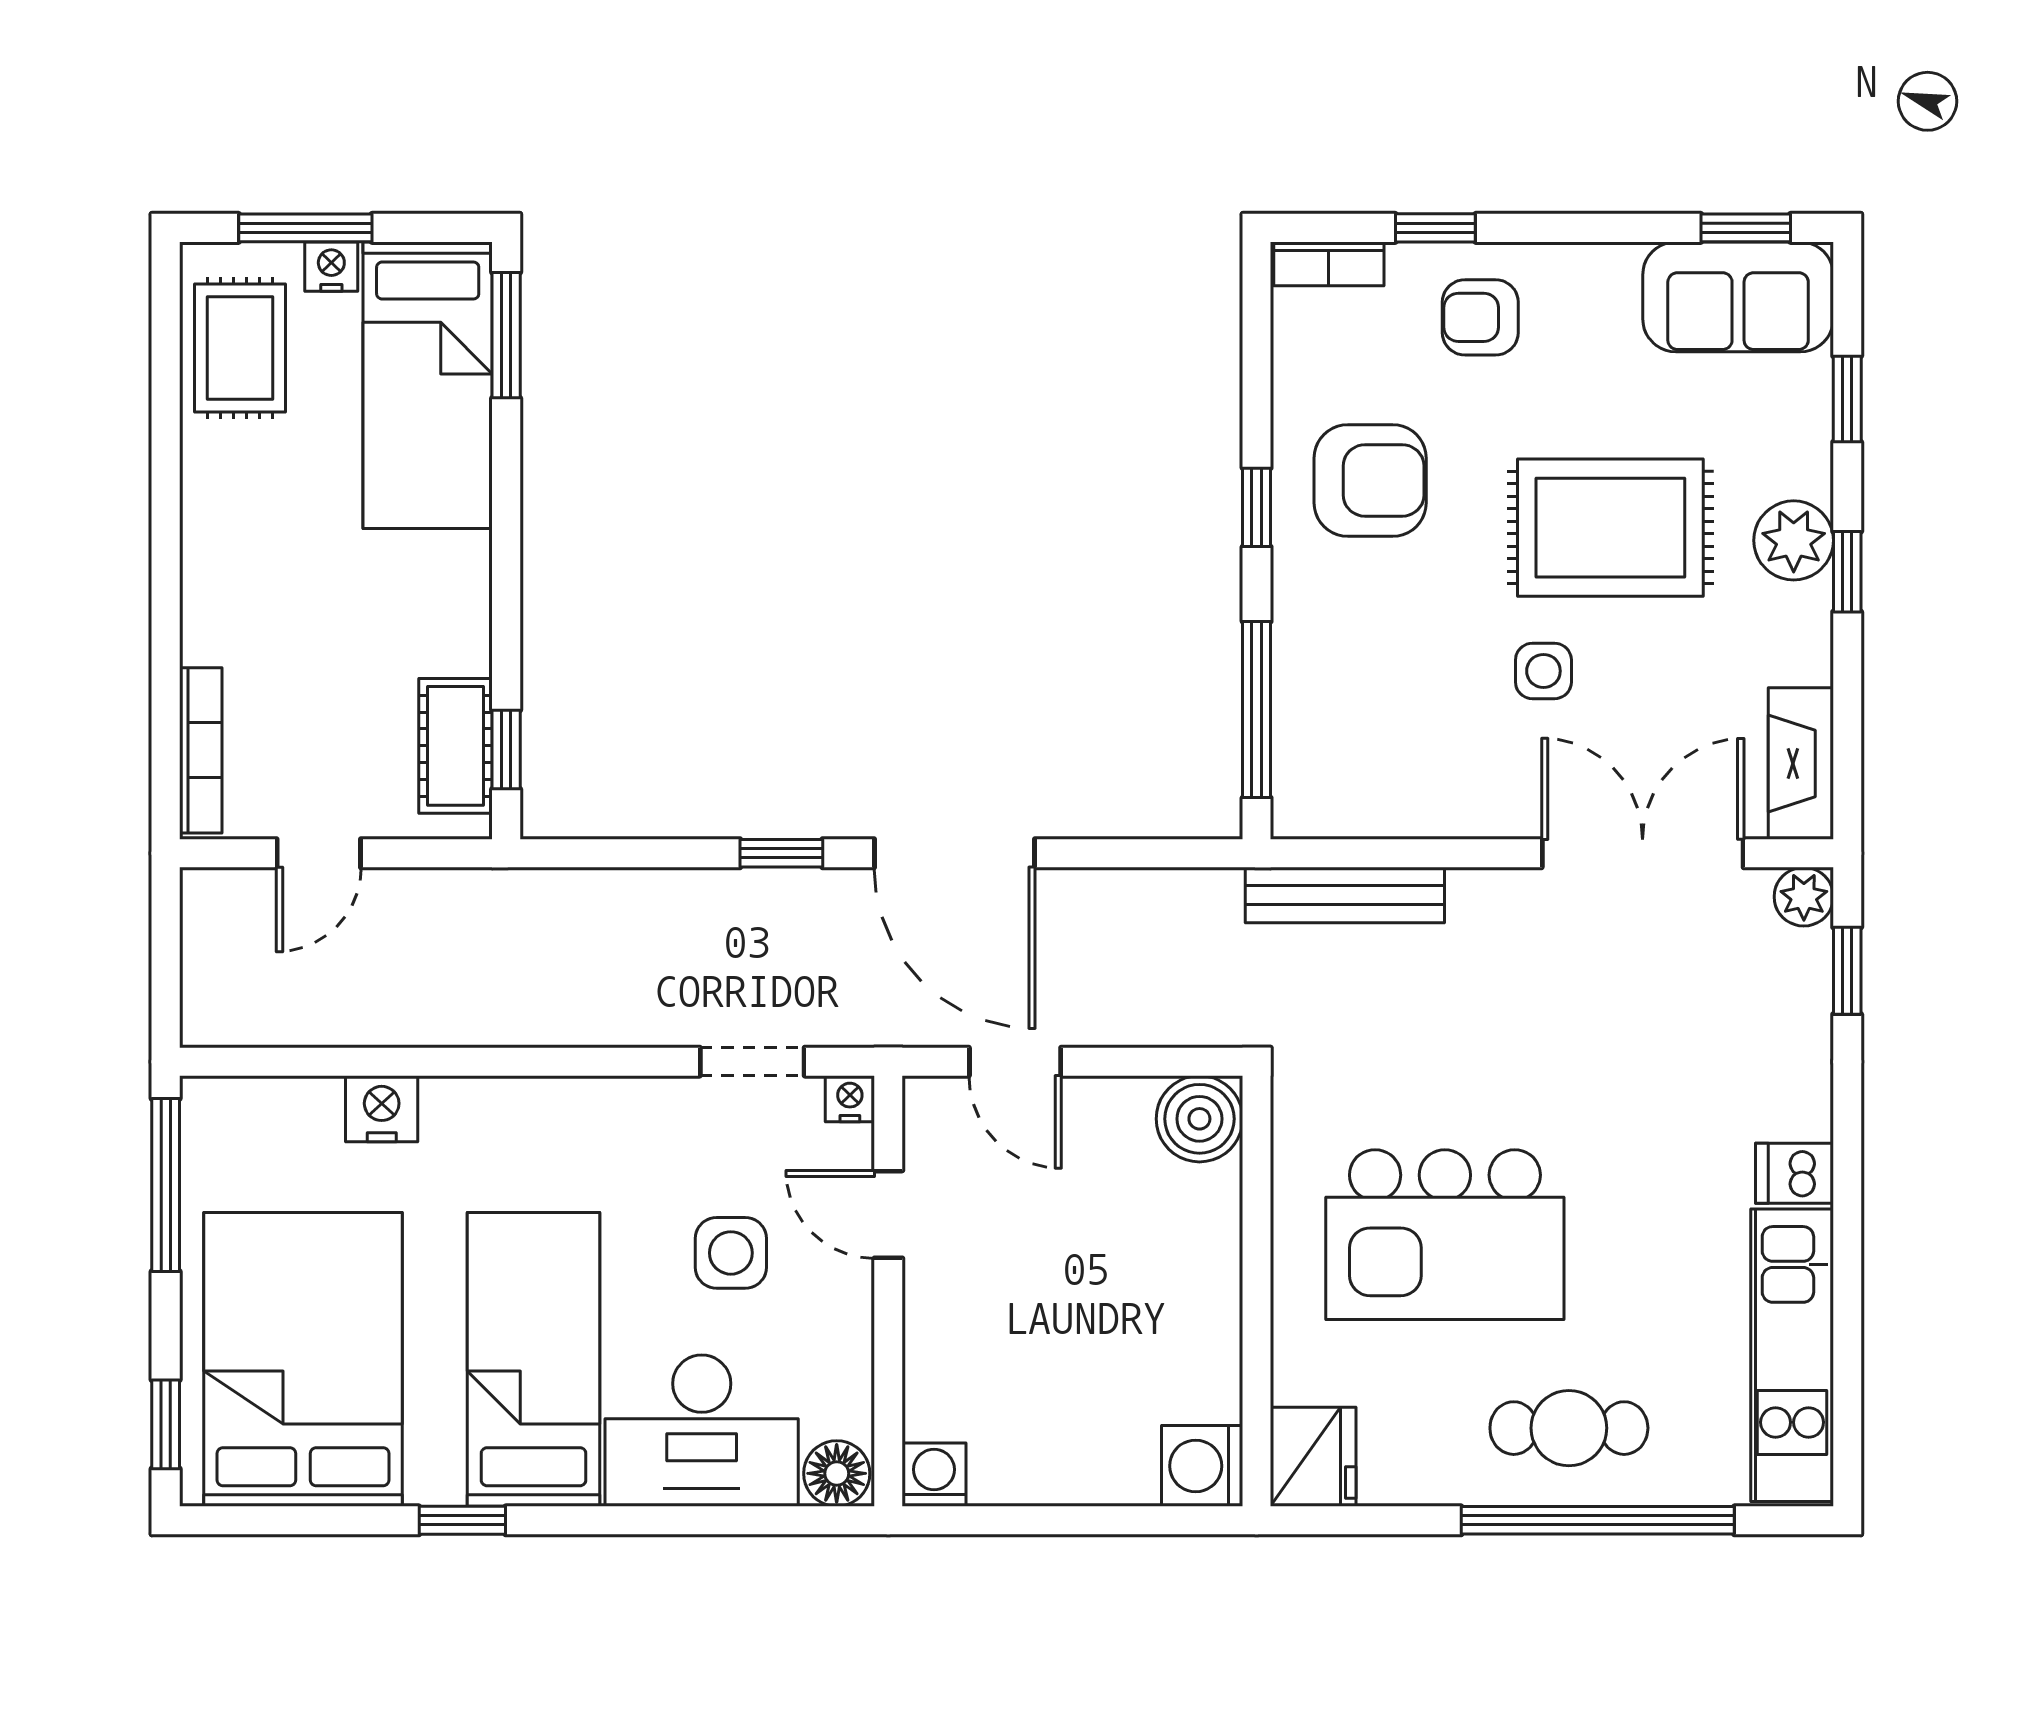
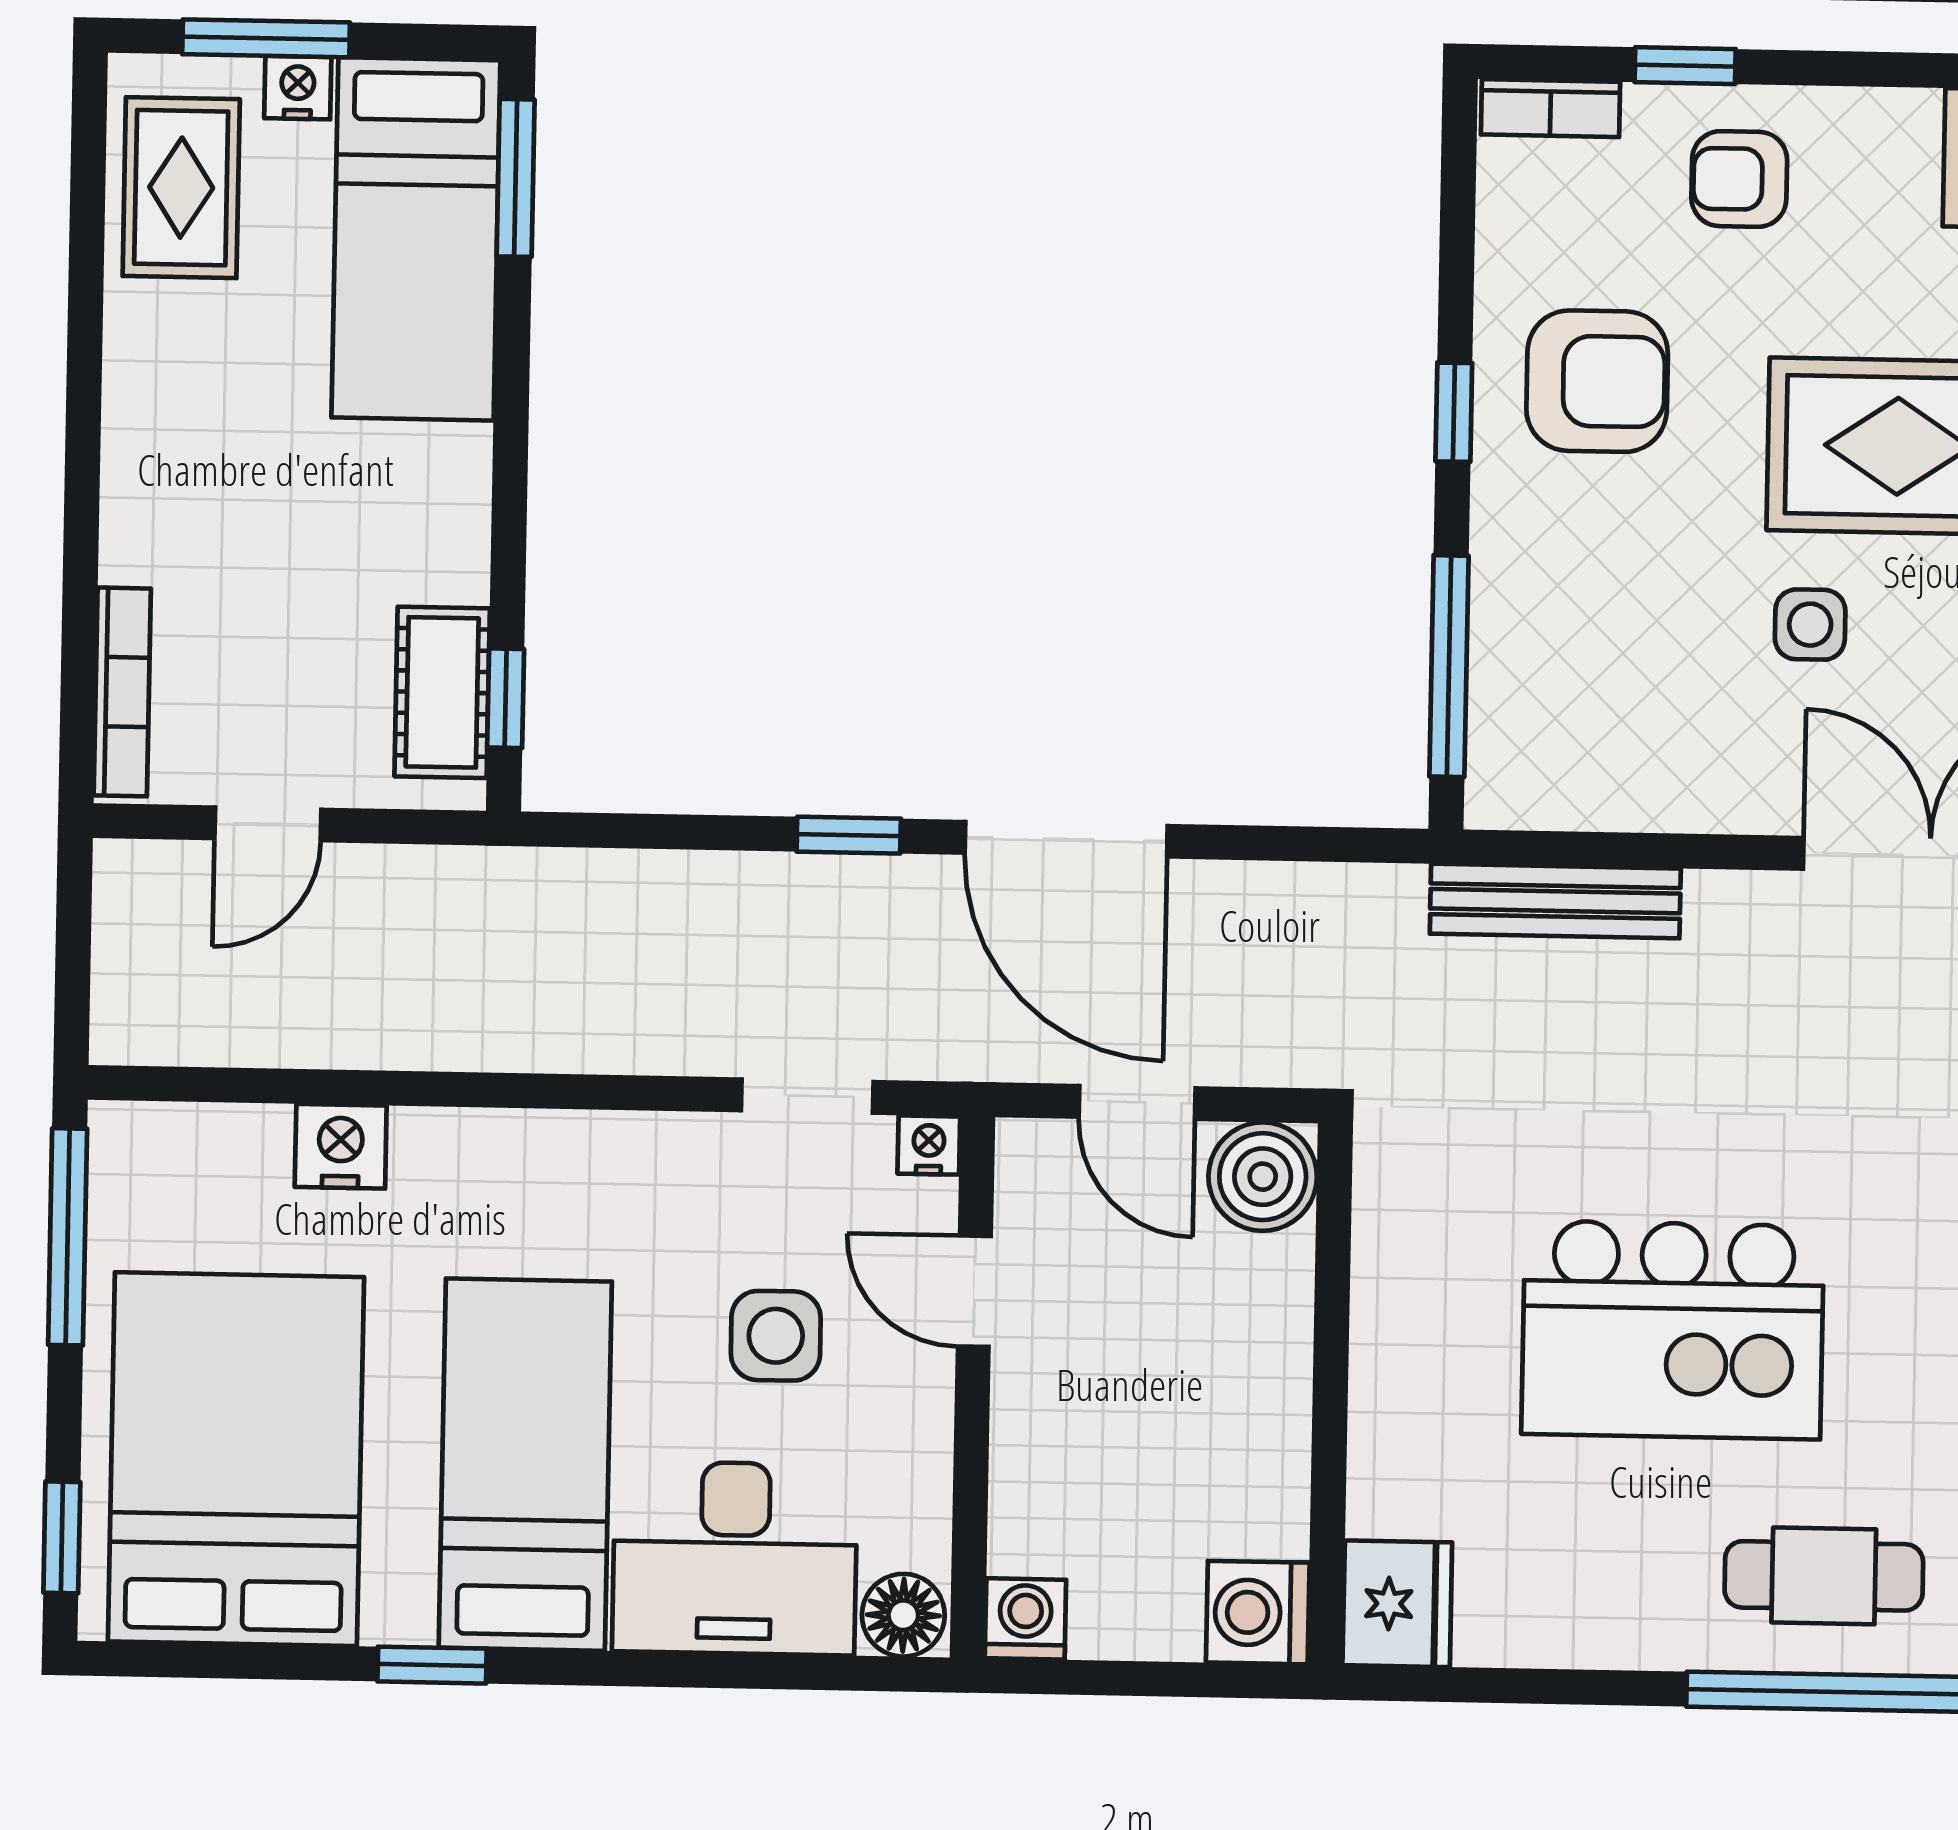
boiler: (1199, 1119) -> (1263, 1177), moved
wall: (1257, 1291) -> (1330, 1394), moved
fridge: (1313, 1457) -> (1397, 1604), moved
washing machine: (1202, 1466) -> (1258, 1613), moved

